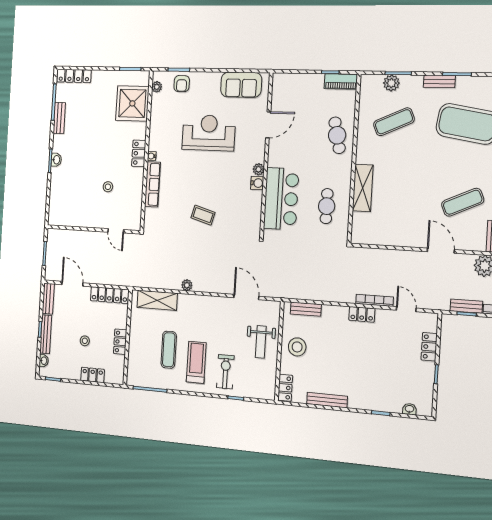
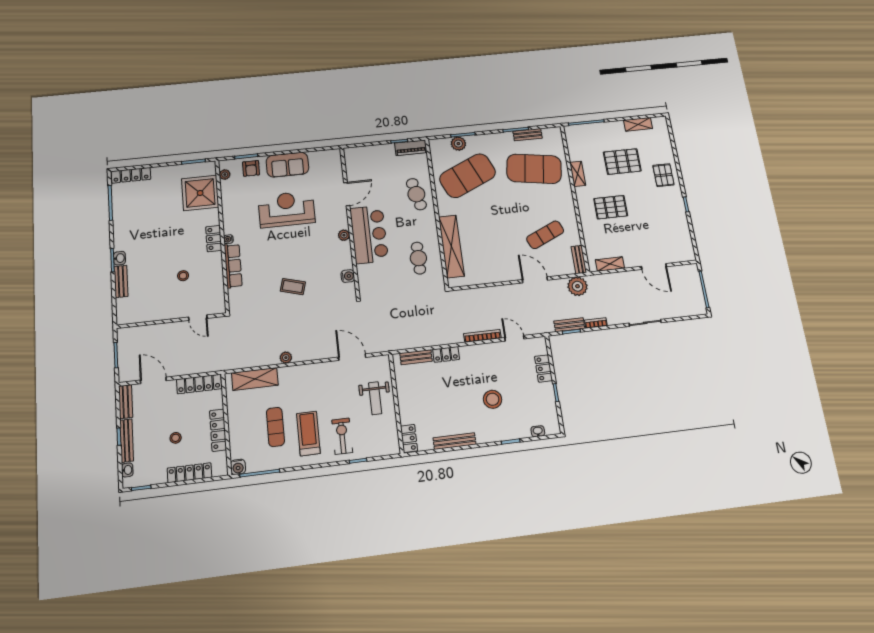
bench: (439, 81) -> (528, 135), moved
sofa: (241, 85) -> (287, 165), moved
bench: (59, 118) -> (121, 281), moved
exercise mat: (394, 122) -> (468, 176), width x2.00, depth x1.45
water cooler: (257, 183) -> (348, 276), moved
shelving: (363, 188) -> (451, 246), width x1.47
bar counter: (281, 199) -> (369, 234), moved
locker: (362, 314) -> (446, 354), moved
locker: (120, 342) -> (218, 430), width x1.53
stool: (297, 347) -> (493, 399), moved
locker: (93, 375) -> (190, 473), width x1.53
water cooler: (133, 379) -> (238, 467), added

